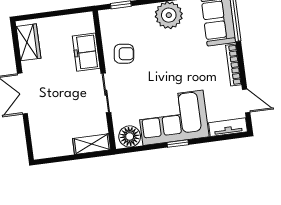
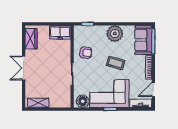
freezer: (86, 52) -> (60, 32), moved, turned -90
coffee table: (177, 64) -> (116, 63), added
door: (246, 101) -> (153, 89), swing flipped
shelving: (92, 144) -> (38, 103), moved

